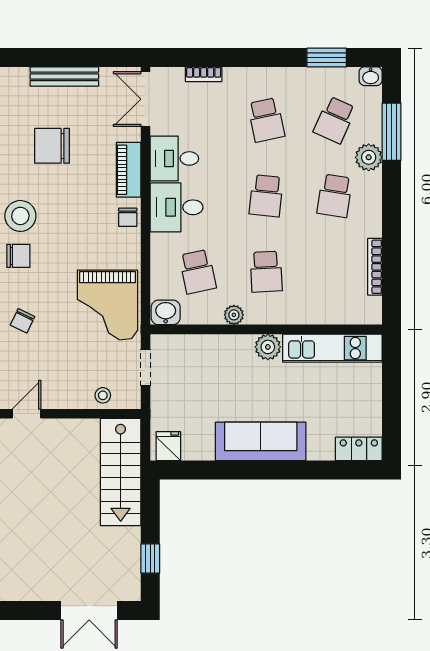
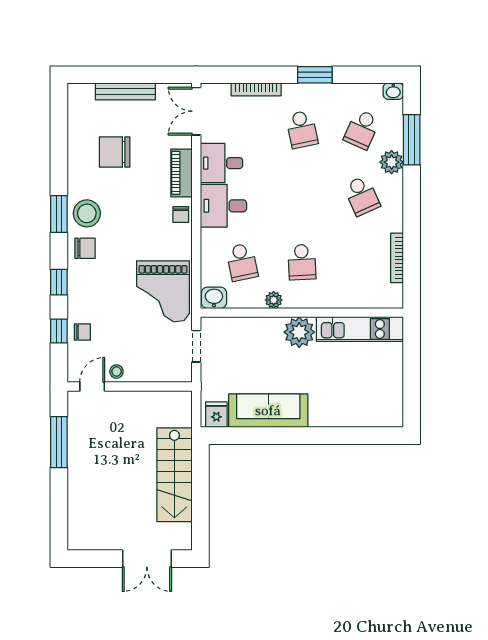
window: (327, 57) -> (315, 75), moved
bookcase: (204, 74) -> (256, 89), width x1.56
school desk: (266, 196) -> (302, 196), removed
school desk: (335, 196) -> (362, 196), turned -33
chair: (23, 321) -> (82, 332), moved, turned -116
plant: (268, 347) -> (299, 332), width x1.36, depth x1.36
stool: (103, 395) -> (116, 372), moved
sofa: (261, 441) -> (268, 411), moved
locker: (359, 449) -> (383, 417), removed
stairs: (121, 472) -> (174, 475), moved
window: (150, 558) -> (200, 513), removed

